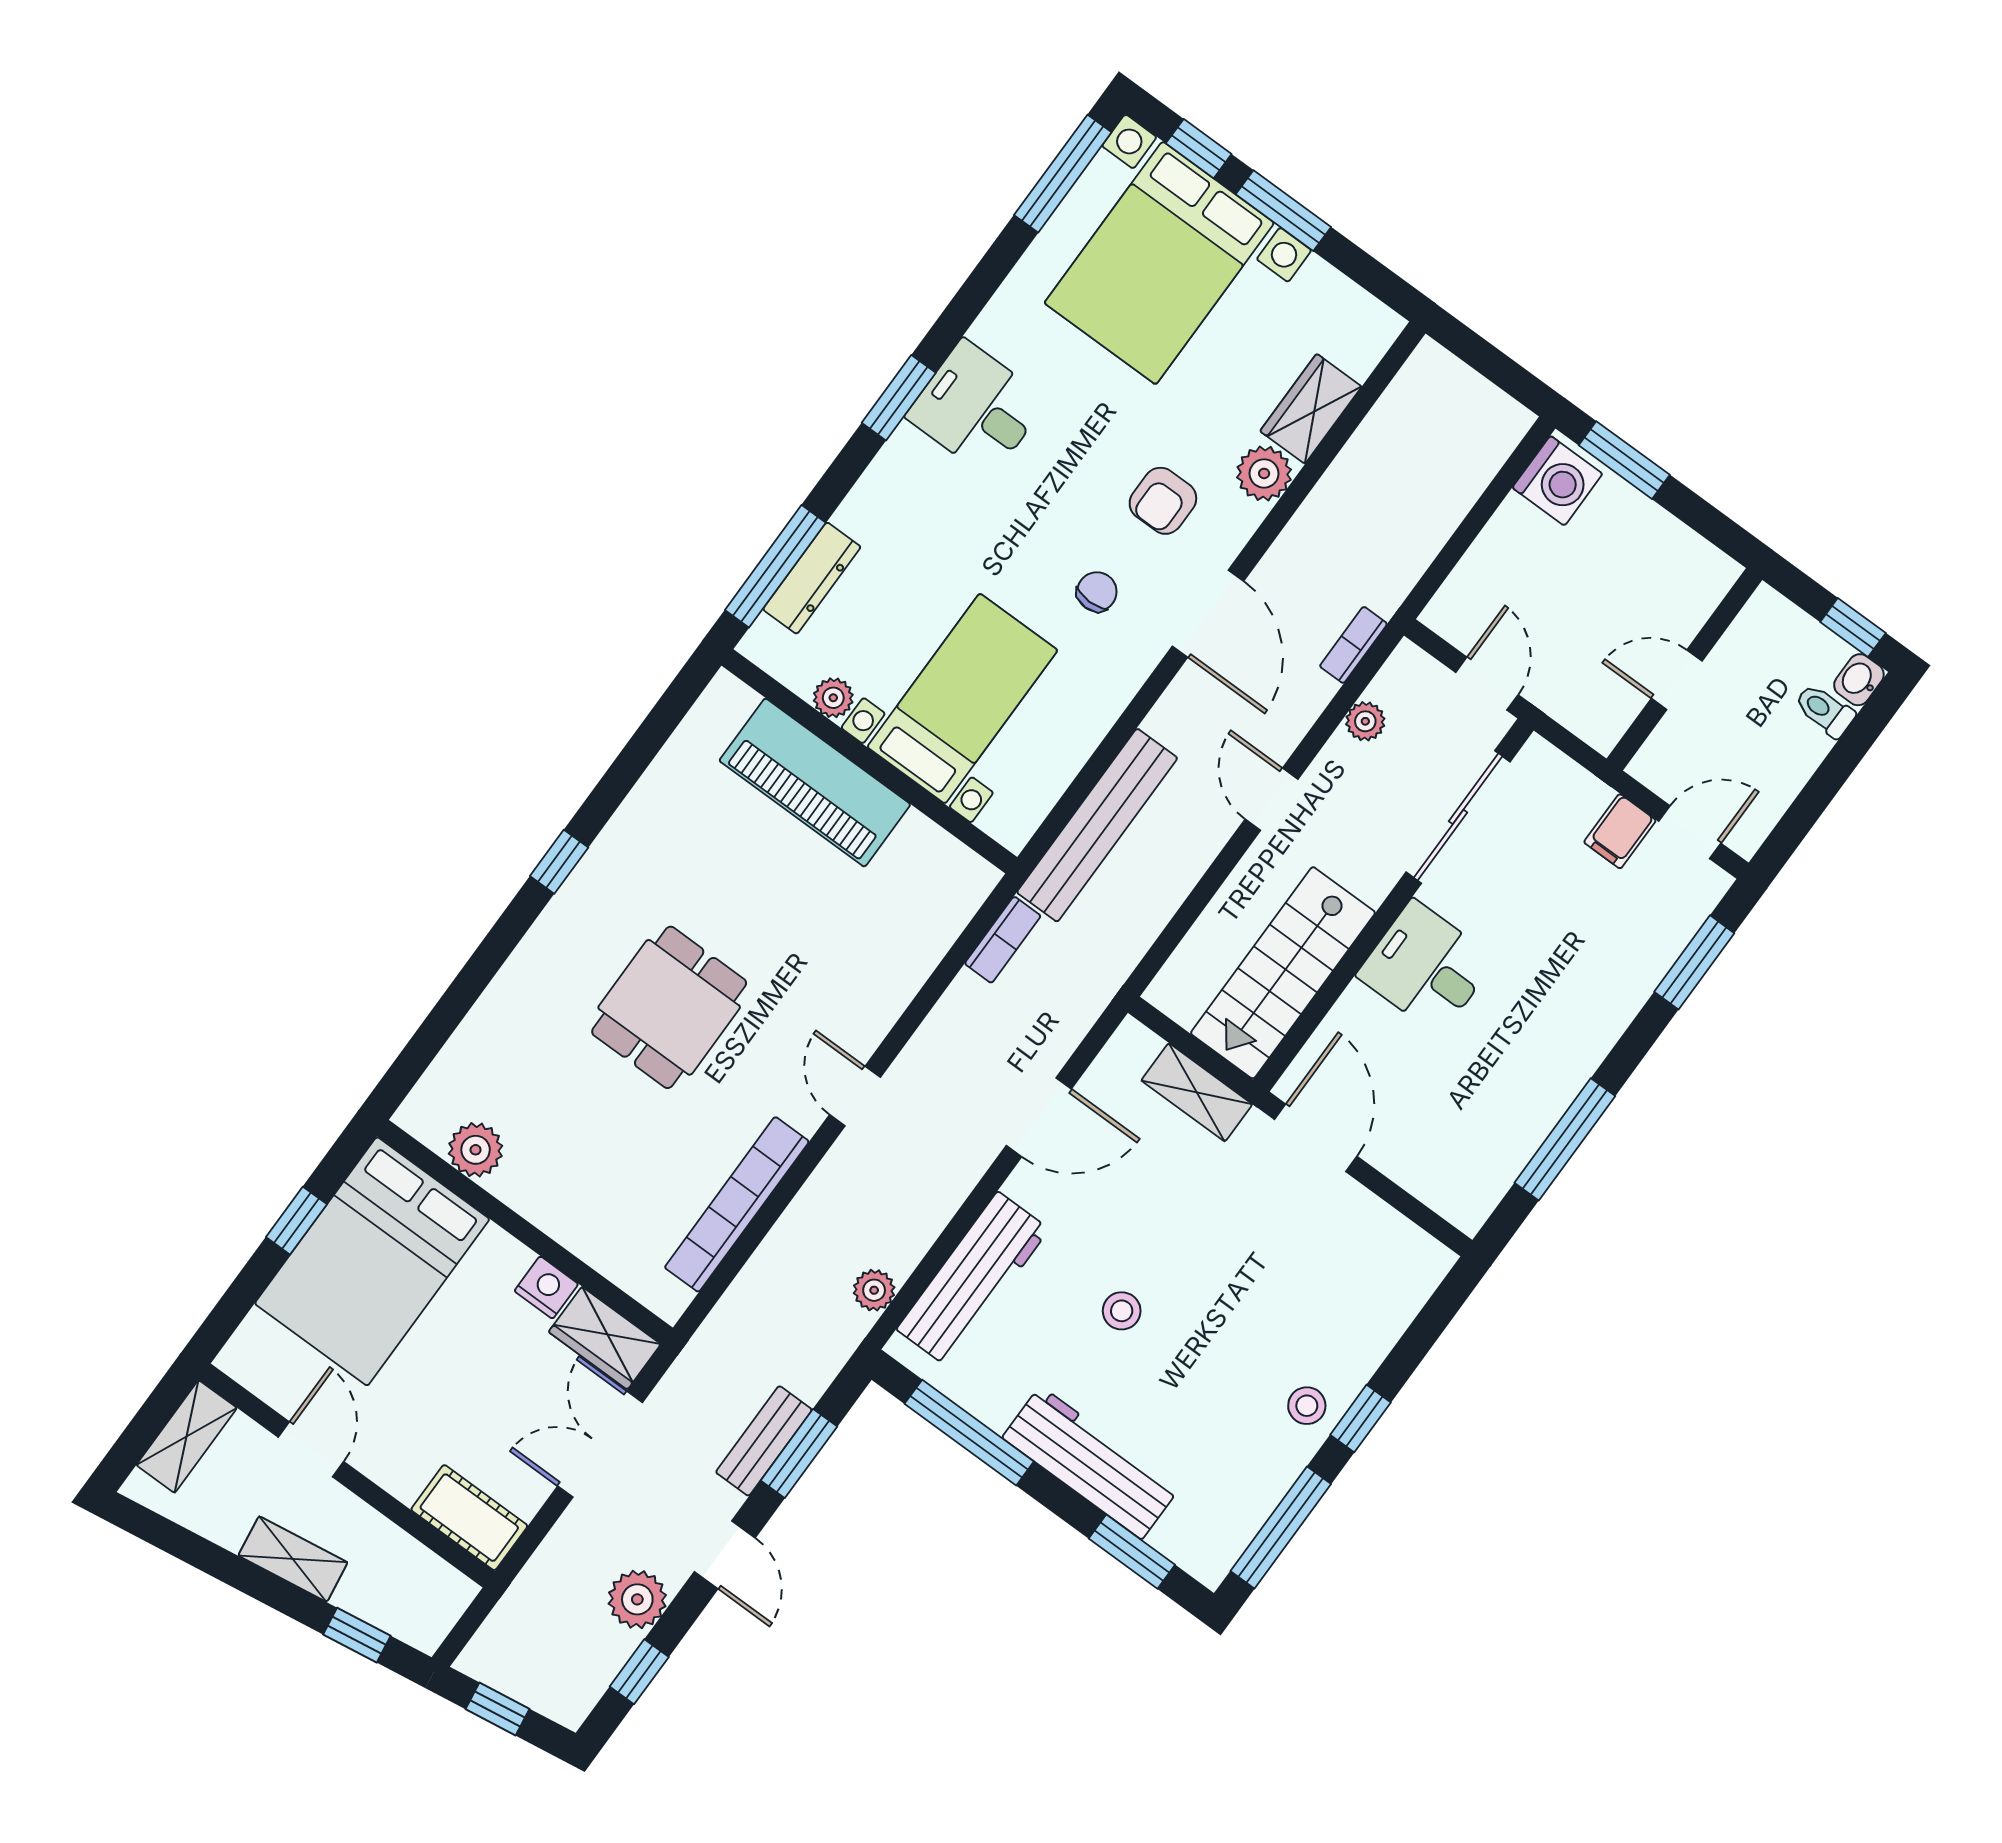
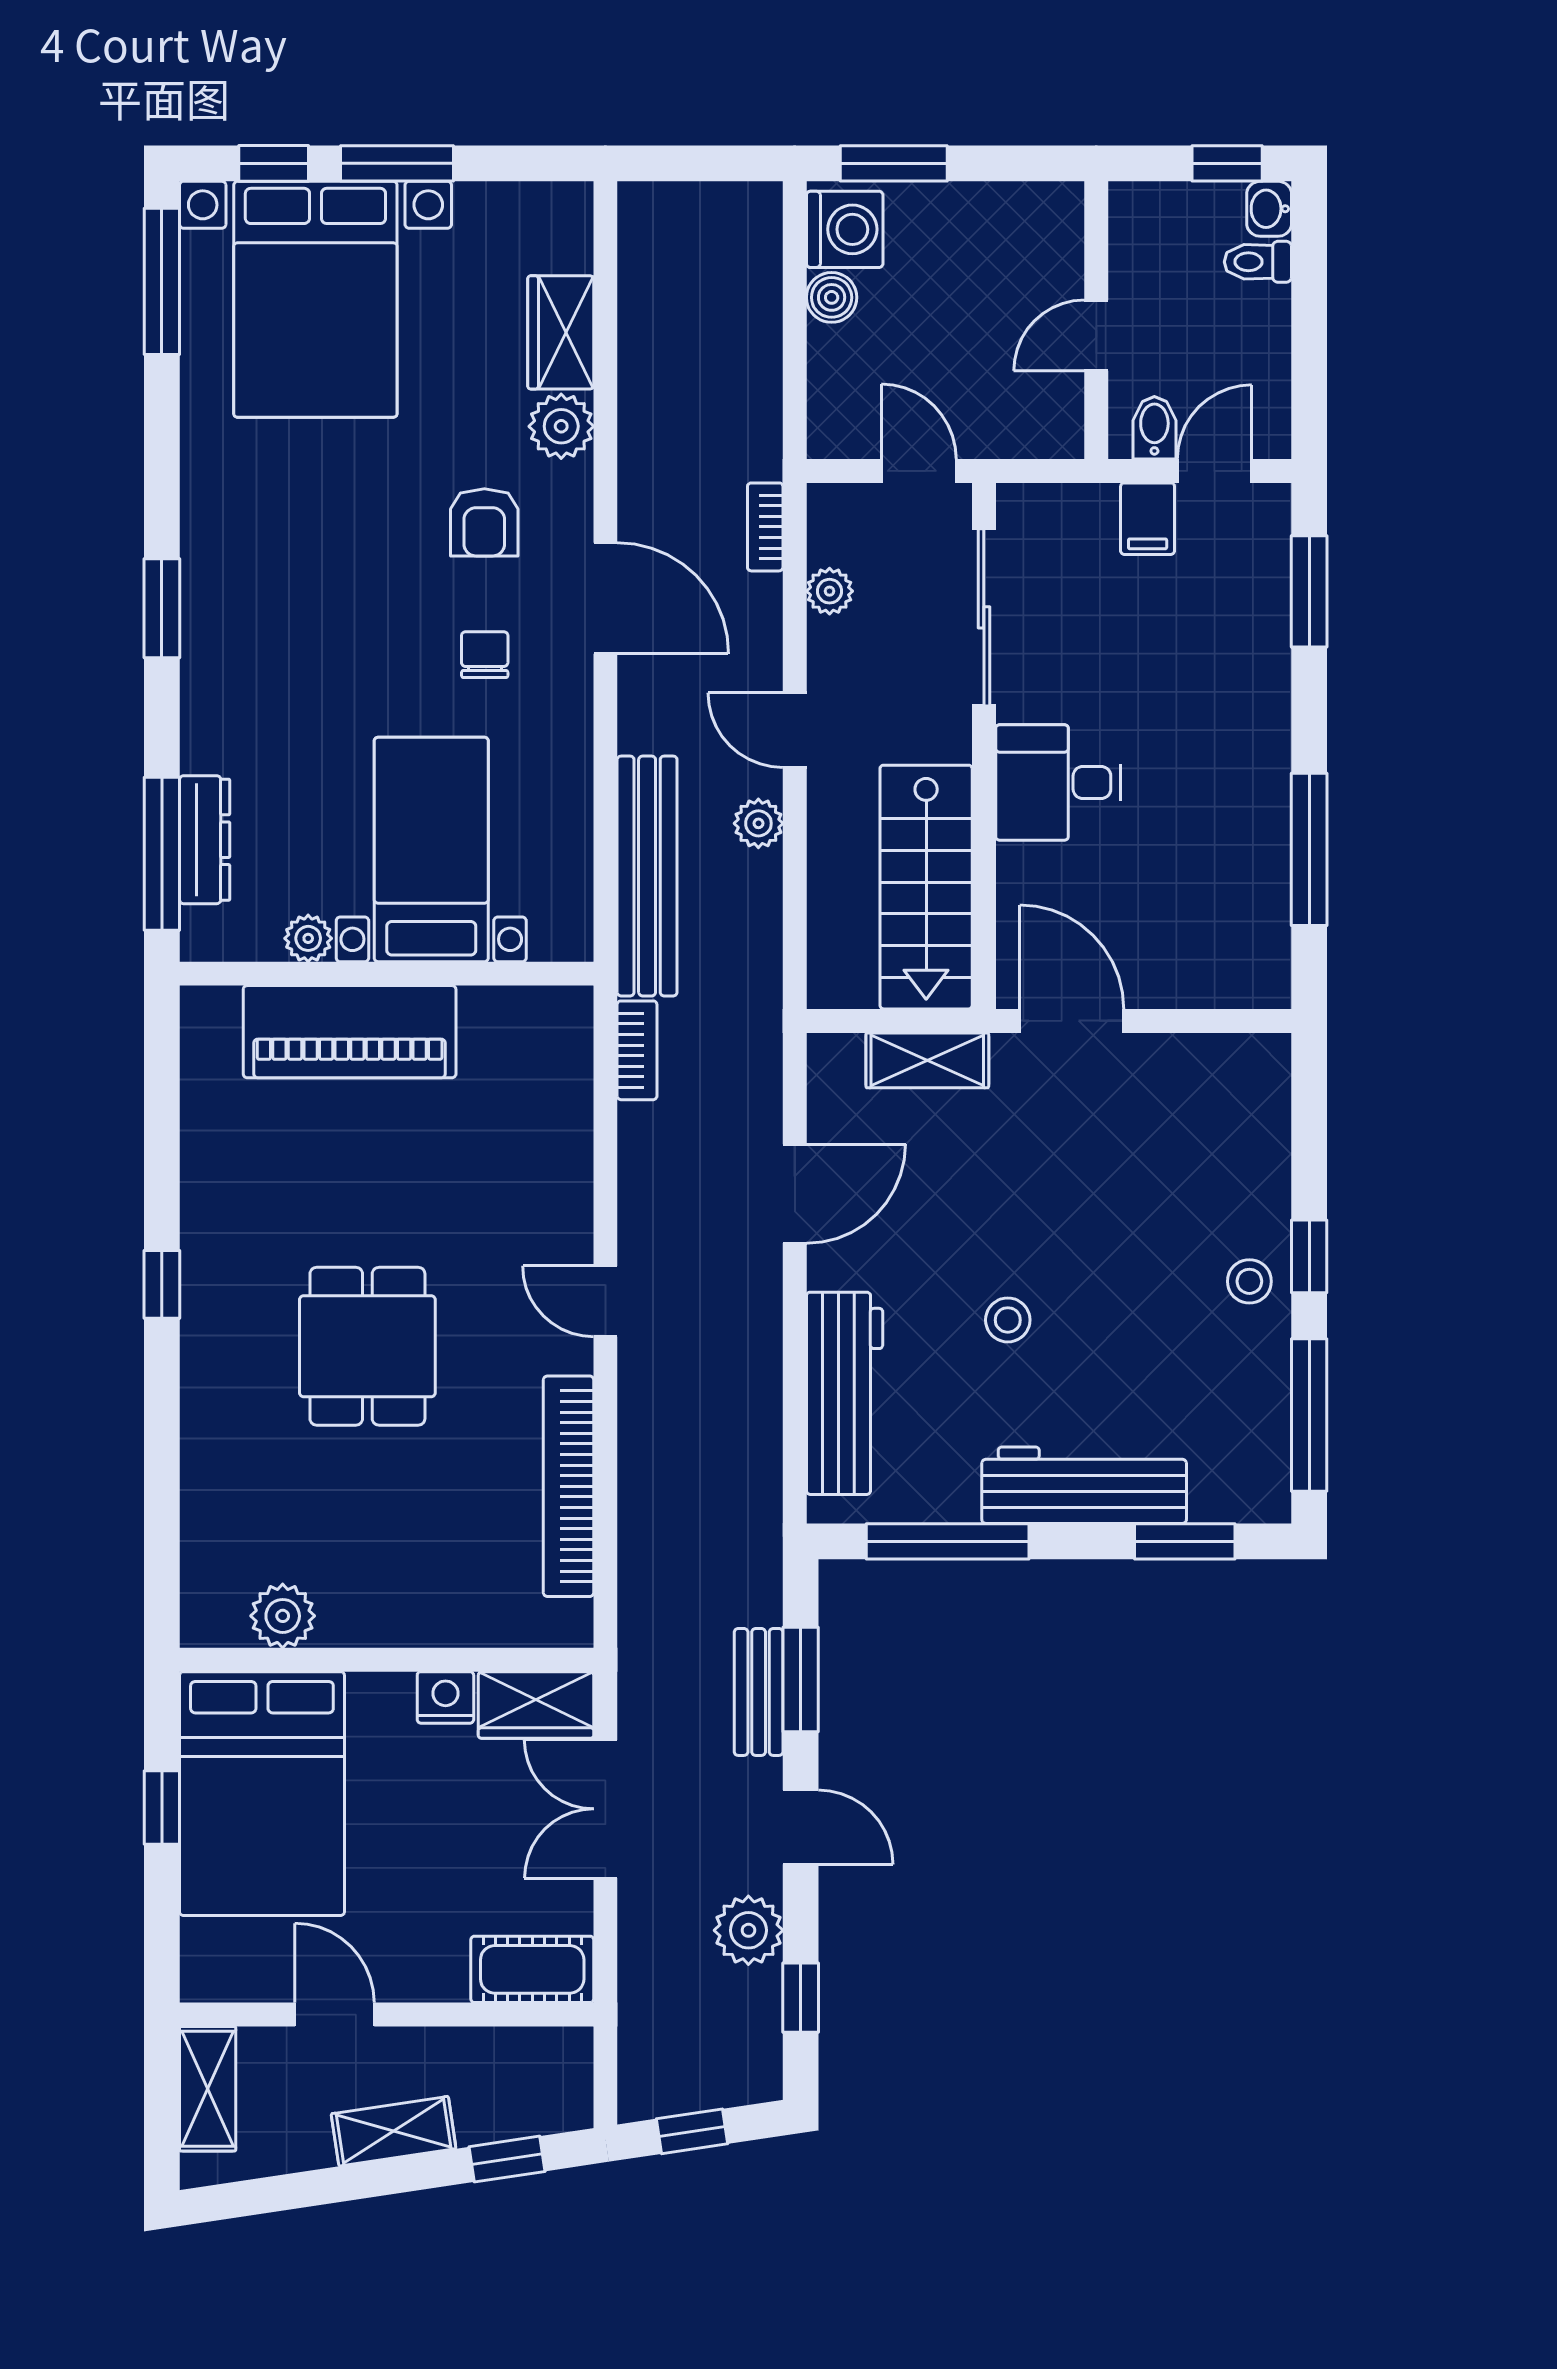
desk: (977, 408) -> (243, 564), removed
boiler: (1514, 521) -> (832, 297), added
bidet: (1670, 772) -> (1154, 428), added
plant: (874, 1290) -> (758, 823), moved

